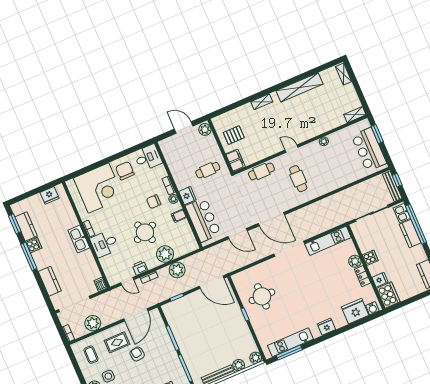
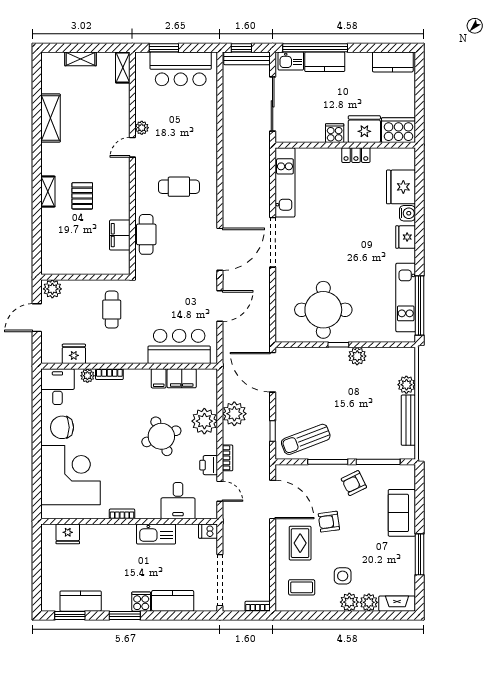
shelving: (343, 74) -> (81, 59), moved
shelving: (299, 87) -> (50, 118), width x0.68
pallet: (234, 135) -> (82, 196), moved
door: (292, 149) -> (132, 147), moved
filing cabinet: (235, 160) -> (120, 235), moved, turned -90
fridge: (50, 195) -> (68, 534), moved, turned 90
fridge: (187, 196) -> (74, 354), moved
plant: (173, 199) -> (87, 376), moved
chair: (154, 202) -> (123, 405), removed
filing cabinet: (185, 229) -> (182, 378), added
kitchen sink: (79, 239) -> (156, 534), moved
desk: (104, 244) -> (178, 501), moved
cooker: (34, 245) -> (141, 602), moved
window: (29, 256) -> (125, 615), width x0.69
plant: (355, 261) -> (330, 157), removed
fridge: (380, 280) -> (364, 129), width x1.88, depth x1.34
door: (127, 281) -> (220, 491), hinge flipped
door: (212, 282) -> (273, 372), swing flipped
round table: (262, 296) -> (323, 310), width x1.36, depth x1.36
water cooler: (372, 308) -> (407, 213), moved
sun lounger: (180, 319) -> (306, 439), added
plant: (93, 323) -> (258, 566), removed
window: (289, 353) -> (420, 306), width x1.46
plant: (256, 358) -> (357, 356), moved
armchair: (167, 359) -> (354, 483), added

